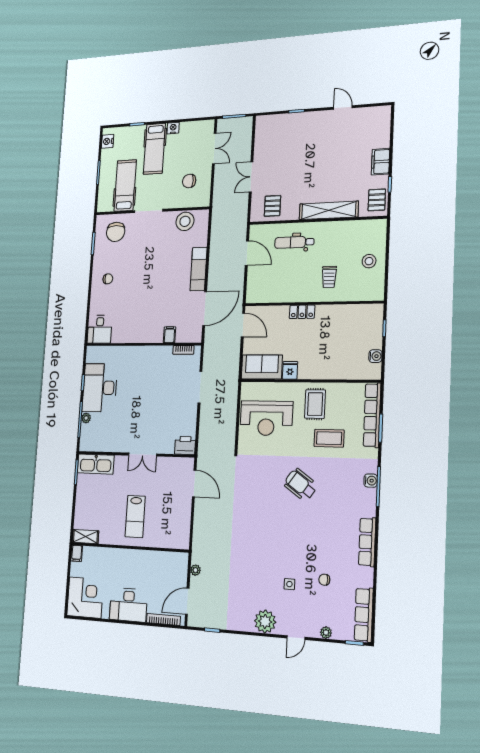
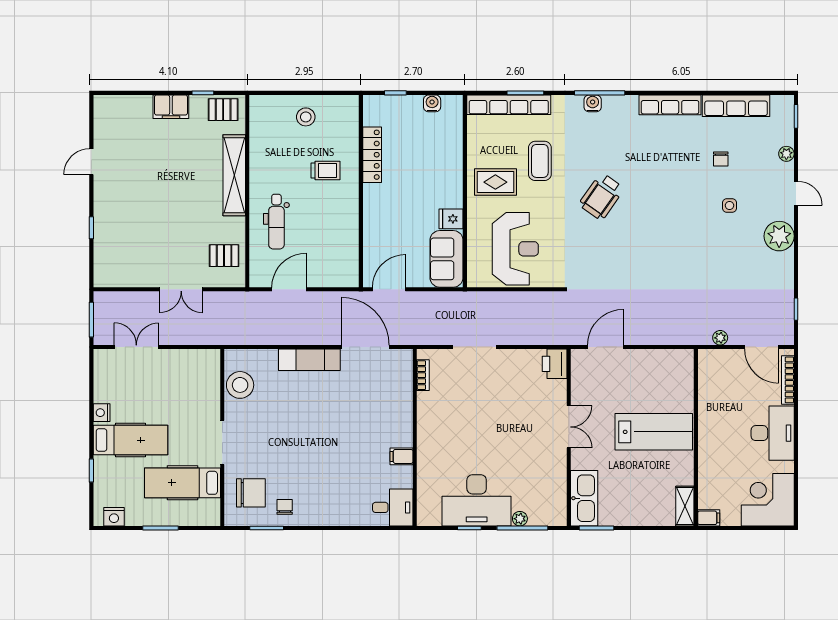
chair: (189, 181) -> (182, 383), removed
chair: (108, 279) -> (285, 507), moved
locker: (302, 312) -> (372, 155), moved, width x1.53
filing cabinet: (169, 335) -> (402, 456), moved
lab bench: (135, 516) -> (654, 432), width x1.36, depth x1.39
row of seats: (364, 615) -> (736, 106), moved

